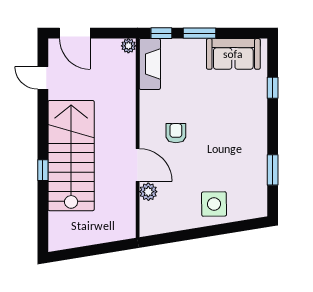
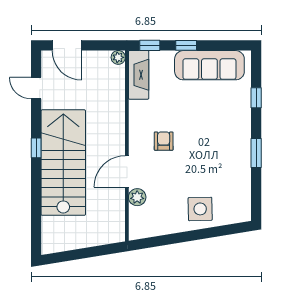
window: (199, 33) -> (186, 45), width x0.67
sofa: (233, 54) -> (209, 65), width x1.36
door: (138, 165) -> (127, 171), swing flipped
window: (43, 170) -> (36, 148), moved
window: (273, 170) -> (256, 153), moved

